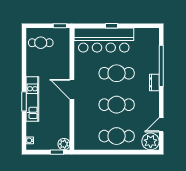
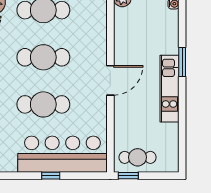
cafe table: (41, 43) -> (138, 157), moved
door: (72, 89) -> (110, 80), hinge flipped
kitchen unit: (32, 99) -> (169, 89), moved

